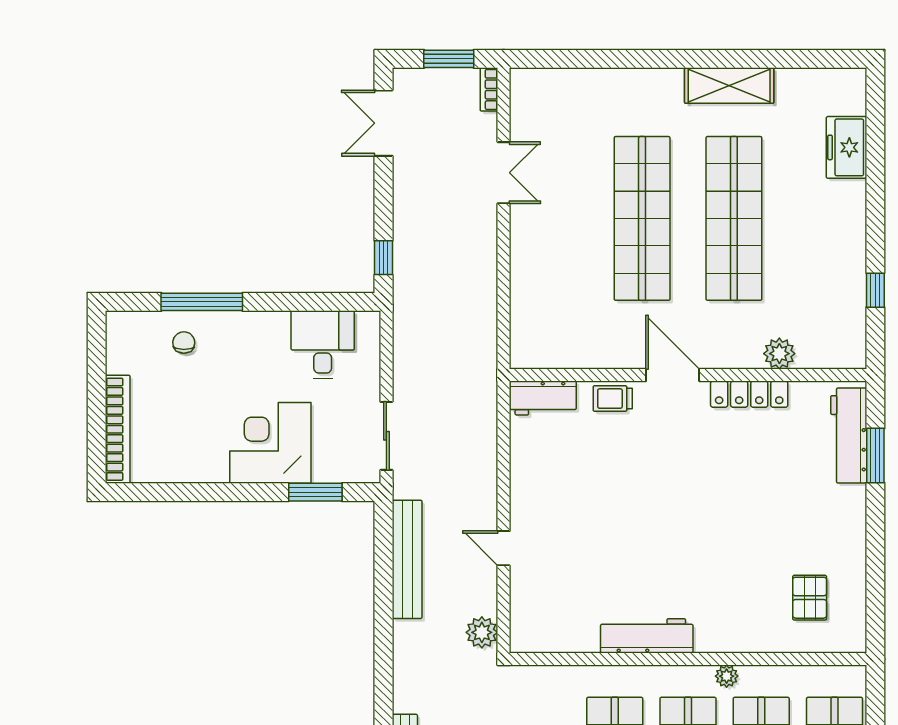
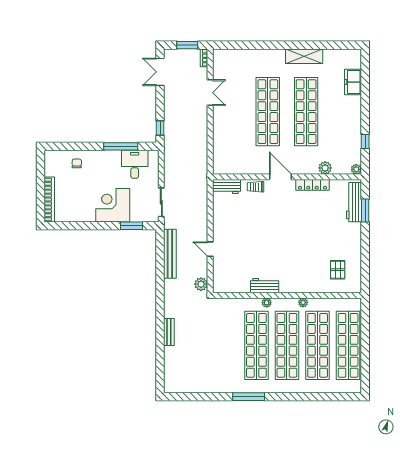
window: (202, 302) -> (121, 146), moved
plant: (854, 357) -> (356, 169), added
workbench: (647, 636) -> (265, 286), width x0.73
plant: (639, 676) -> (267, 303), added

